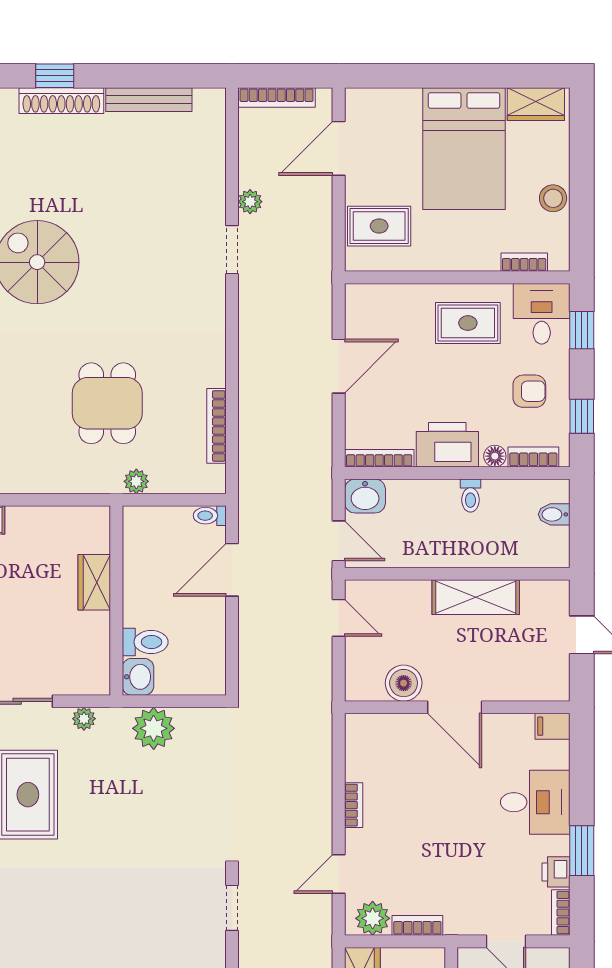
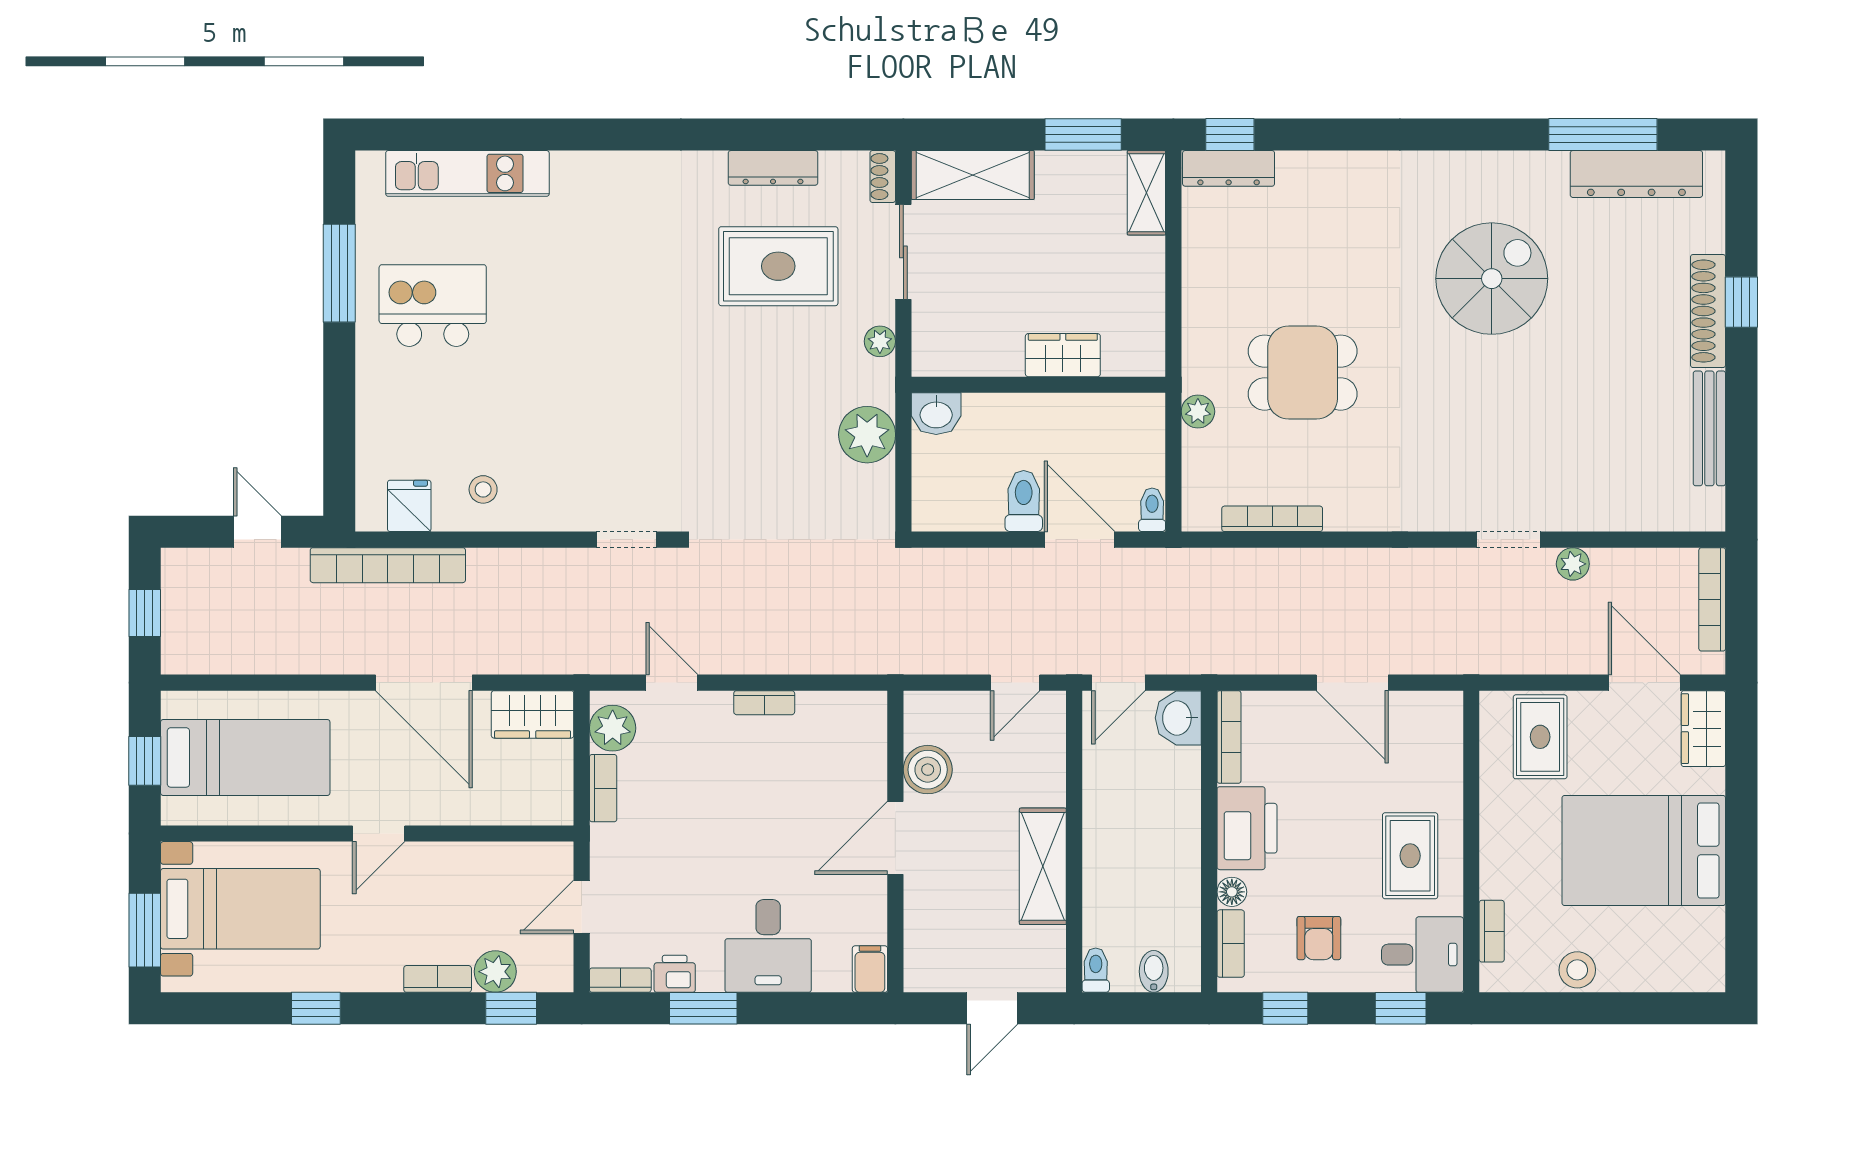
wardrobe: (536, 104) -> (1703, 729), moved
toilet: (470, 496) -> (1096, 970), moved, turned 90
toilet: (145, 642) -> (1024, 501), moved, turned 180

